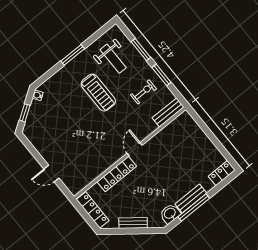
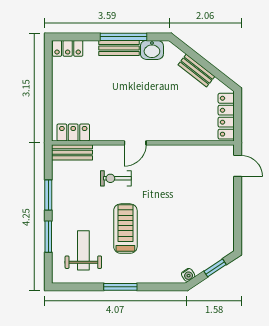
exercise bike: (143, 92) -> (116, 178), moved
door: (52, 174) -> (238, 166), moved
locker: (117, 174) -> (73, 132), moved, width x0.66

